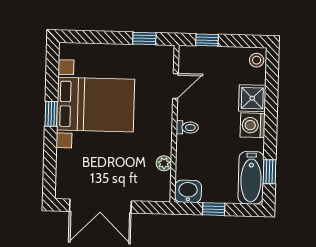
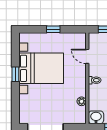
window: (144, 38) -> (53, 29), moved
door: (176, 86) -> (87, 56), swing flipped

